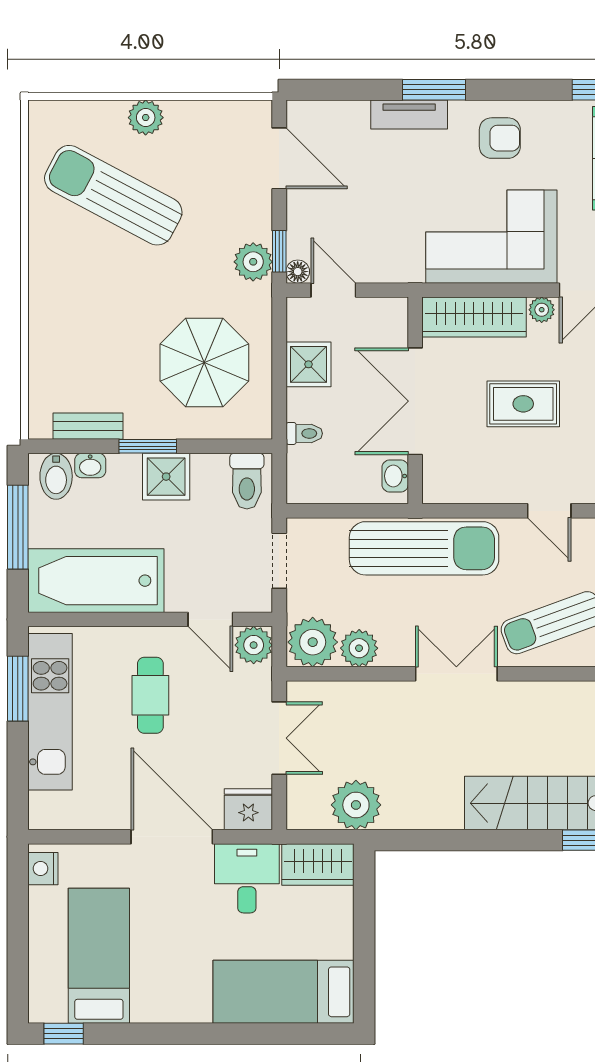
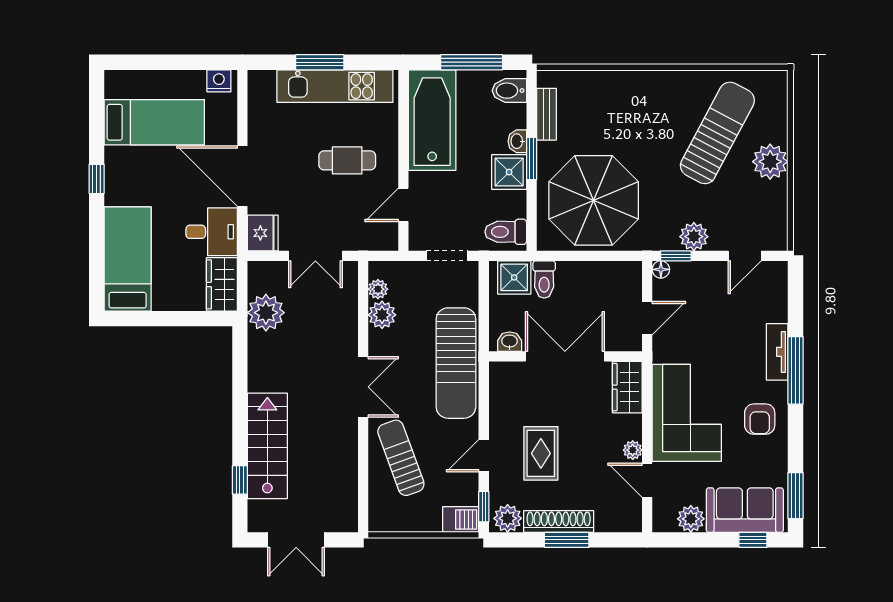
window: (434, 90) -> (795, 370), width x1.44
plant: (146, 118) -> (770, 162), width x1.36, depth x1.36
door: (279, 158) -> (745, 256), width x0.73
plant: (253, 262) -> (694, 237), moved
door: (333, 290) -> (647, 318), moved
wardrobe: (474, 317) -> (627, 387), width x0.67
parasol: (204, 363) -> (594, 200), width x1.36, depth x1.36
shower: (308, 364) -> (514, 277), moved
rug: (523, 404) -> (541, 453), moved
toilet: (304, 433) -> (544, 279), width x1.37, depth x1.39
washbasin: (90, 466) -> (517, 141), moved
plant: (313, 642) -> (378, 289), width x0.53, depth x0.53
plant: (254, 645) -> (384, 237), removed
window: (18, 689) -> (320, 62), moved
door: (172, 837) -> (242, 176), swing flipped
window: (64, 1034) -> (97, 179), moved

